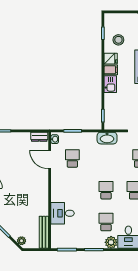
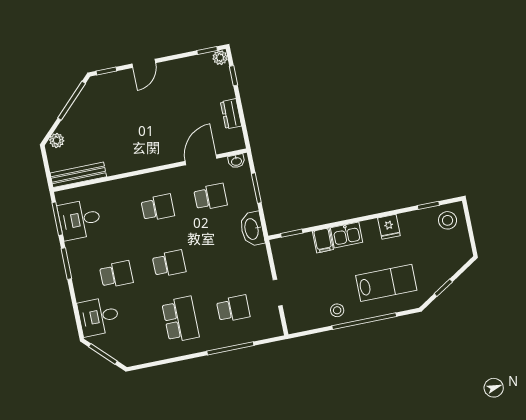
stool: (118, 40) -> (448, 220), moved
filing cabinet: (111, 70) -> (323, 240), moved
dresser: (39, 137) -> (231, 114), moved
washbasin: (107, 138) -> (252, 229), moved
school desk: (72, 190) -> (158, 208), added
desk: (63, 213) -> (80, 220), moved, turned -90
plant: (111, 242) -> (84, 290), removed

